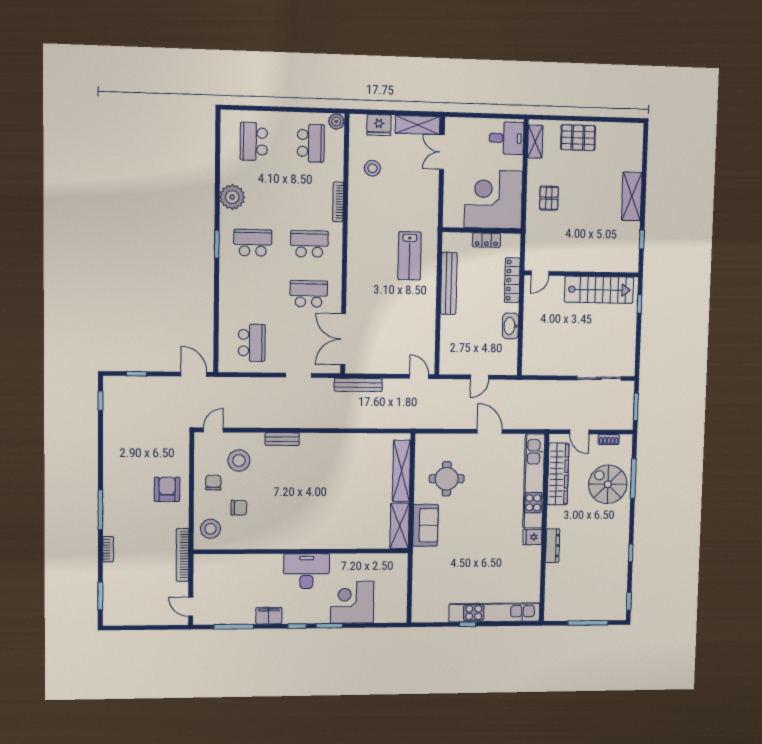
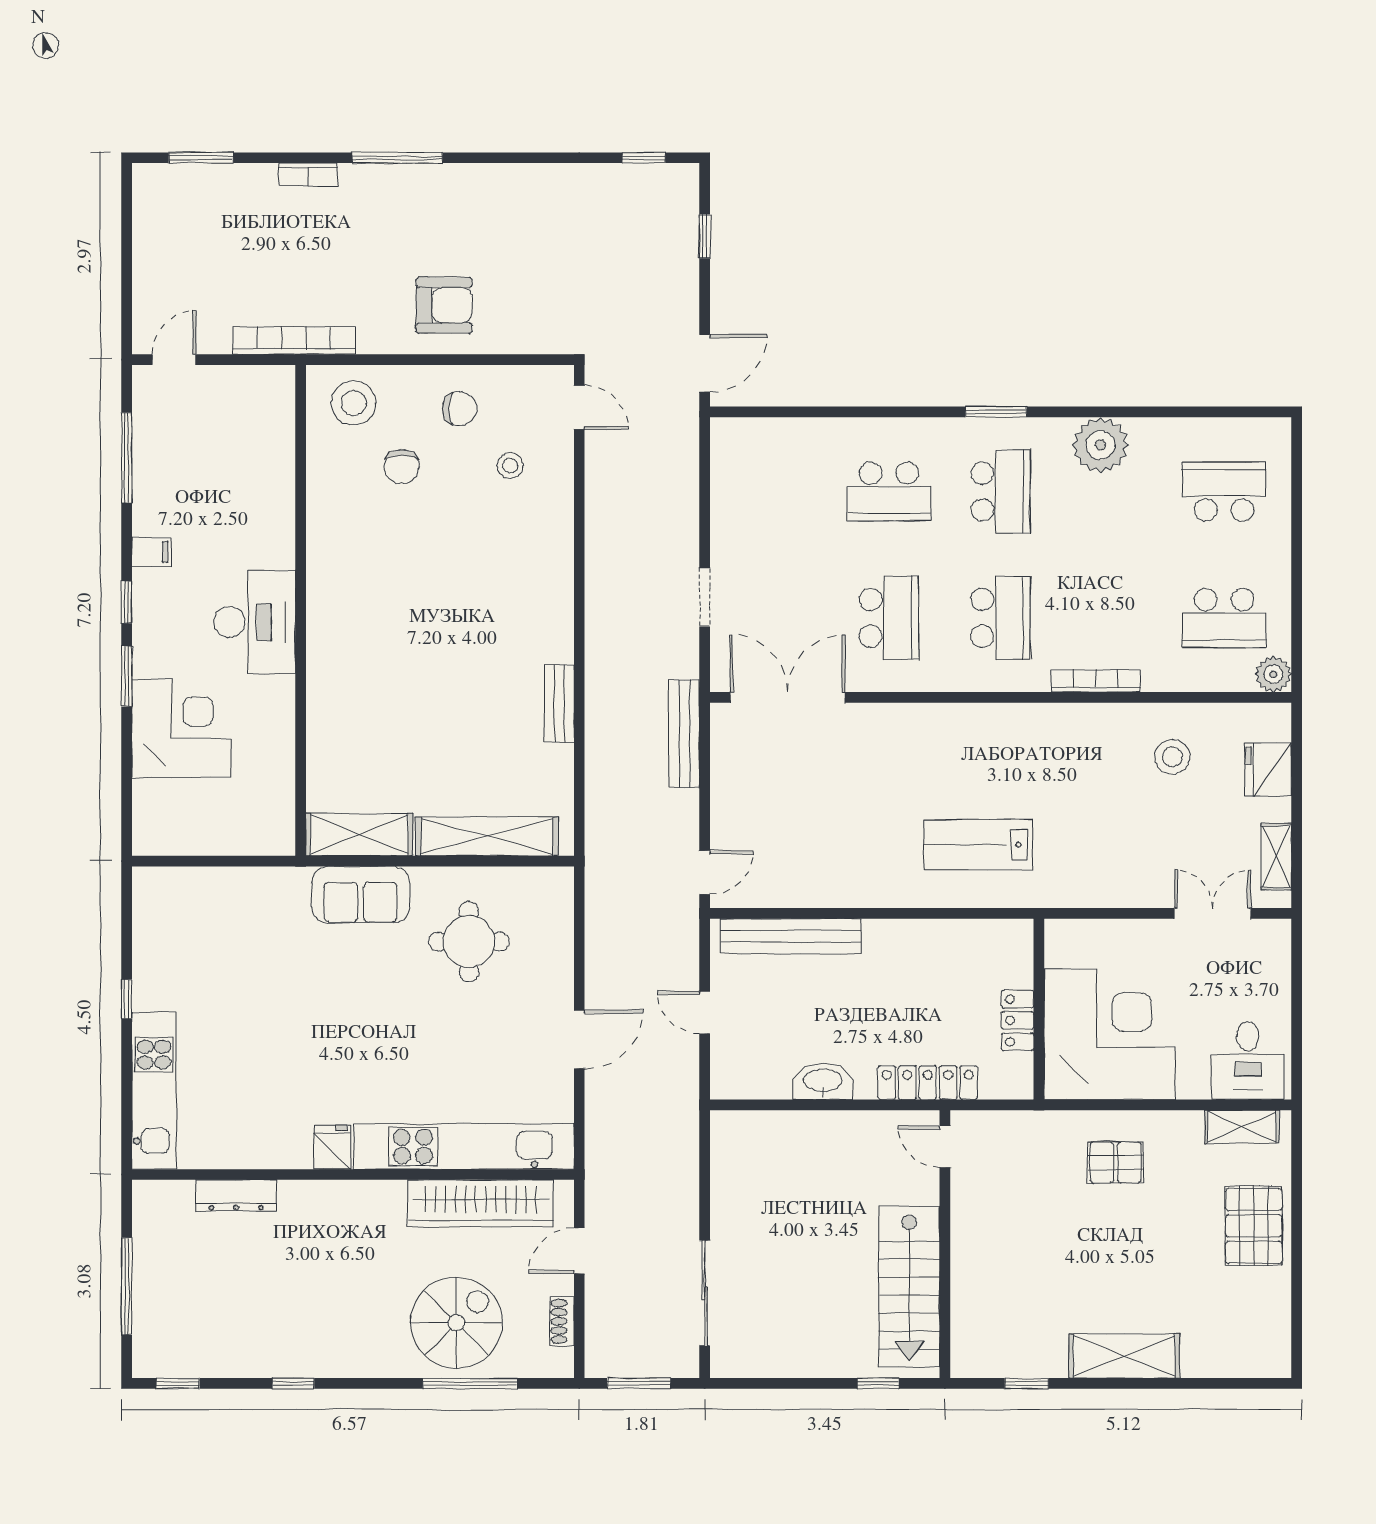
shelving: (417, 125) -> (1276, 857), width x0.67, depth x0.75
bench: (449, 283) -> (791, 936), moved
school desk: (252, 343) -> (889, 492), moved
bench: (282, 439) -> (559, 704), moved
stool: (239, 460) -> (510, 466), width x0.53, depth x0.53
dresser: (553, 546) -> (236, 1195), moved
kitchen unit: (495, 612) -> (154, 1091), width x0.73
filing cabinet: (269, 616) -> (151, 552), width x0.50

